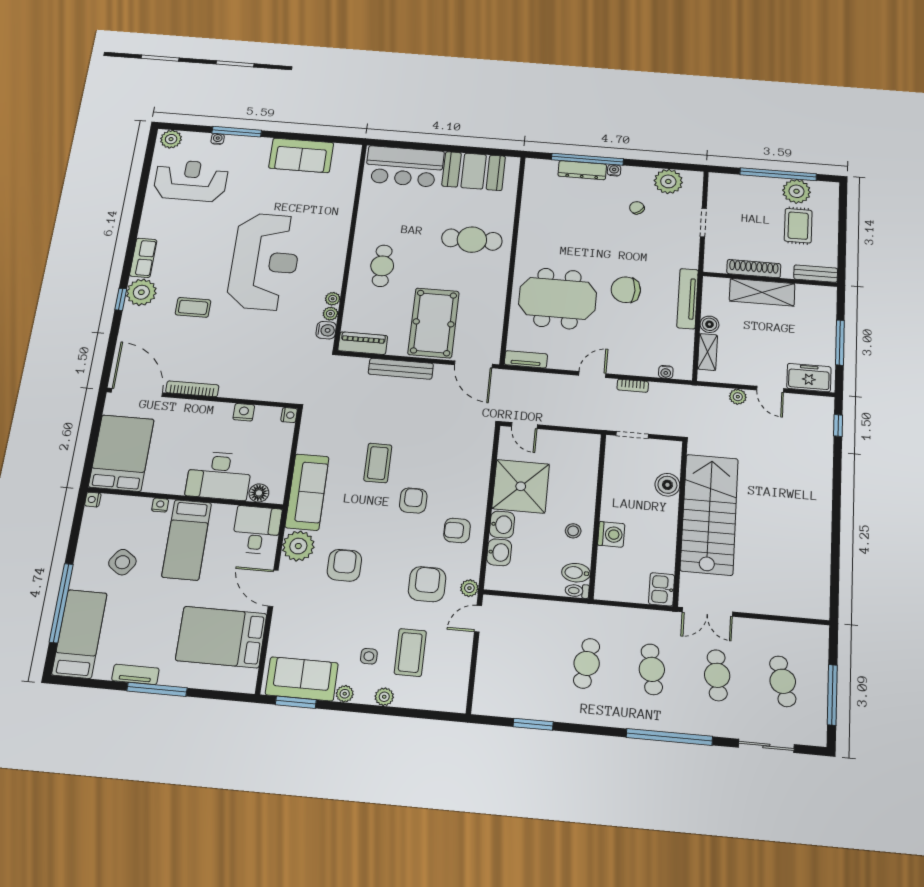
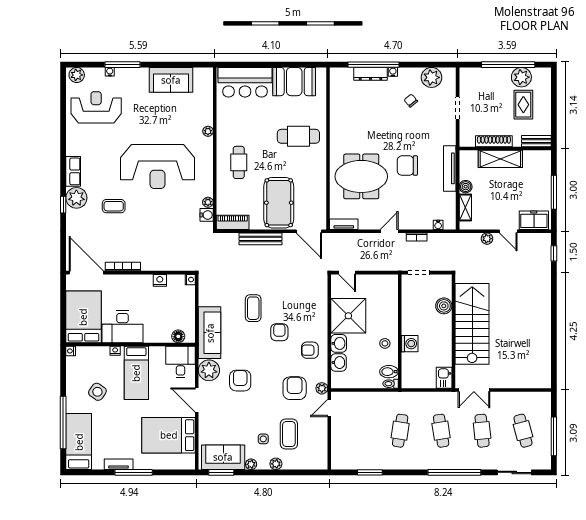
reception desk: (265, 261) -> (157, 166), turned 90
plant: (333, 299) -> (208, 131), moved
desk: (219, 476) -> (122, 327), moved

